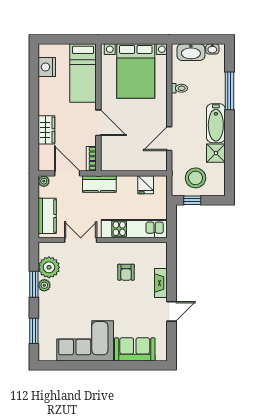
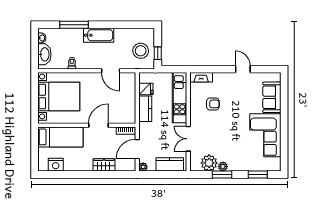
shower: (216, 153) -> (122, 35), removed
kitchen counter: (99, 184) -> (145, 109), moved
fireplace: (161, 283) -> (201, 77), moved

